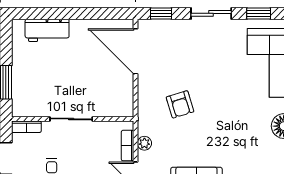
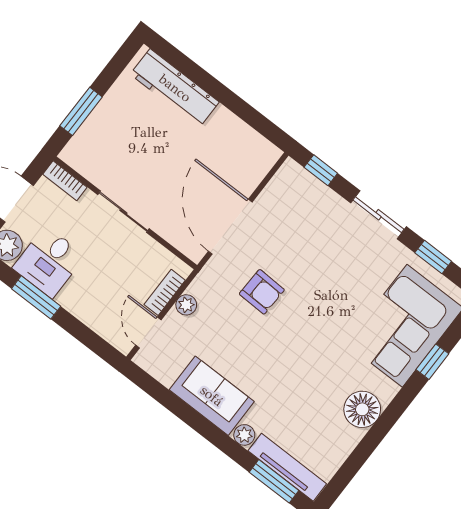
workbench: (47, 30) -> (175, 88), width x1.38
door: (136, 51) -> (230, 227), moved
armchair: (180, 104) -> (262, 292), turned -71

